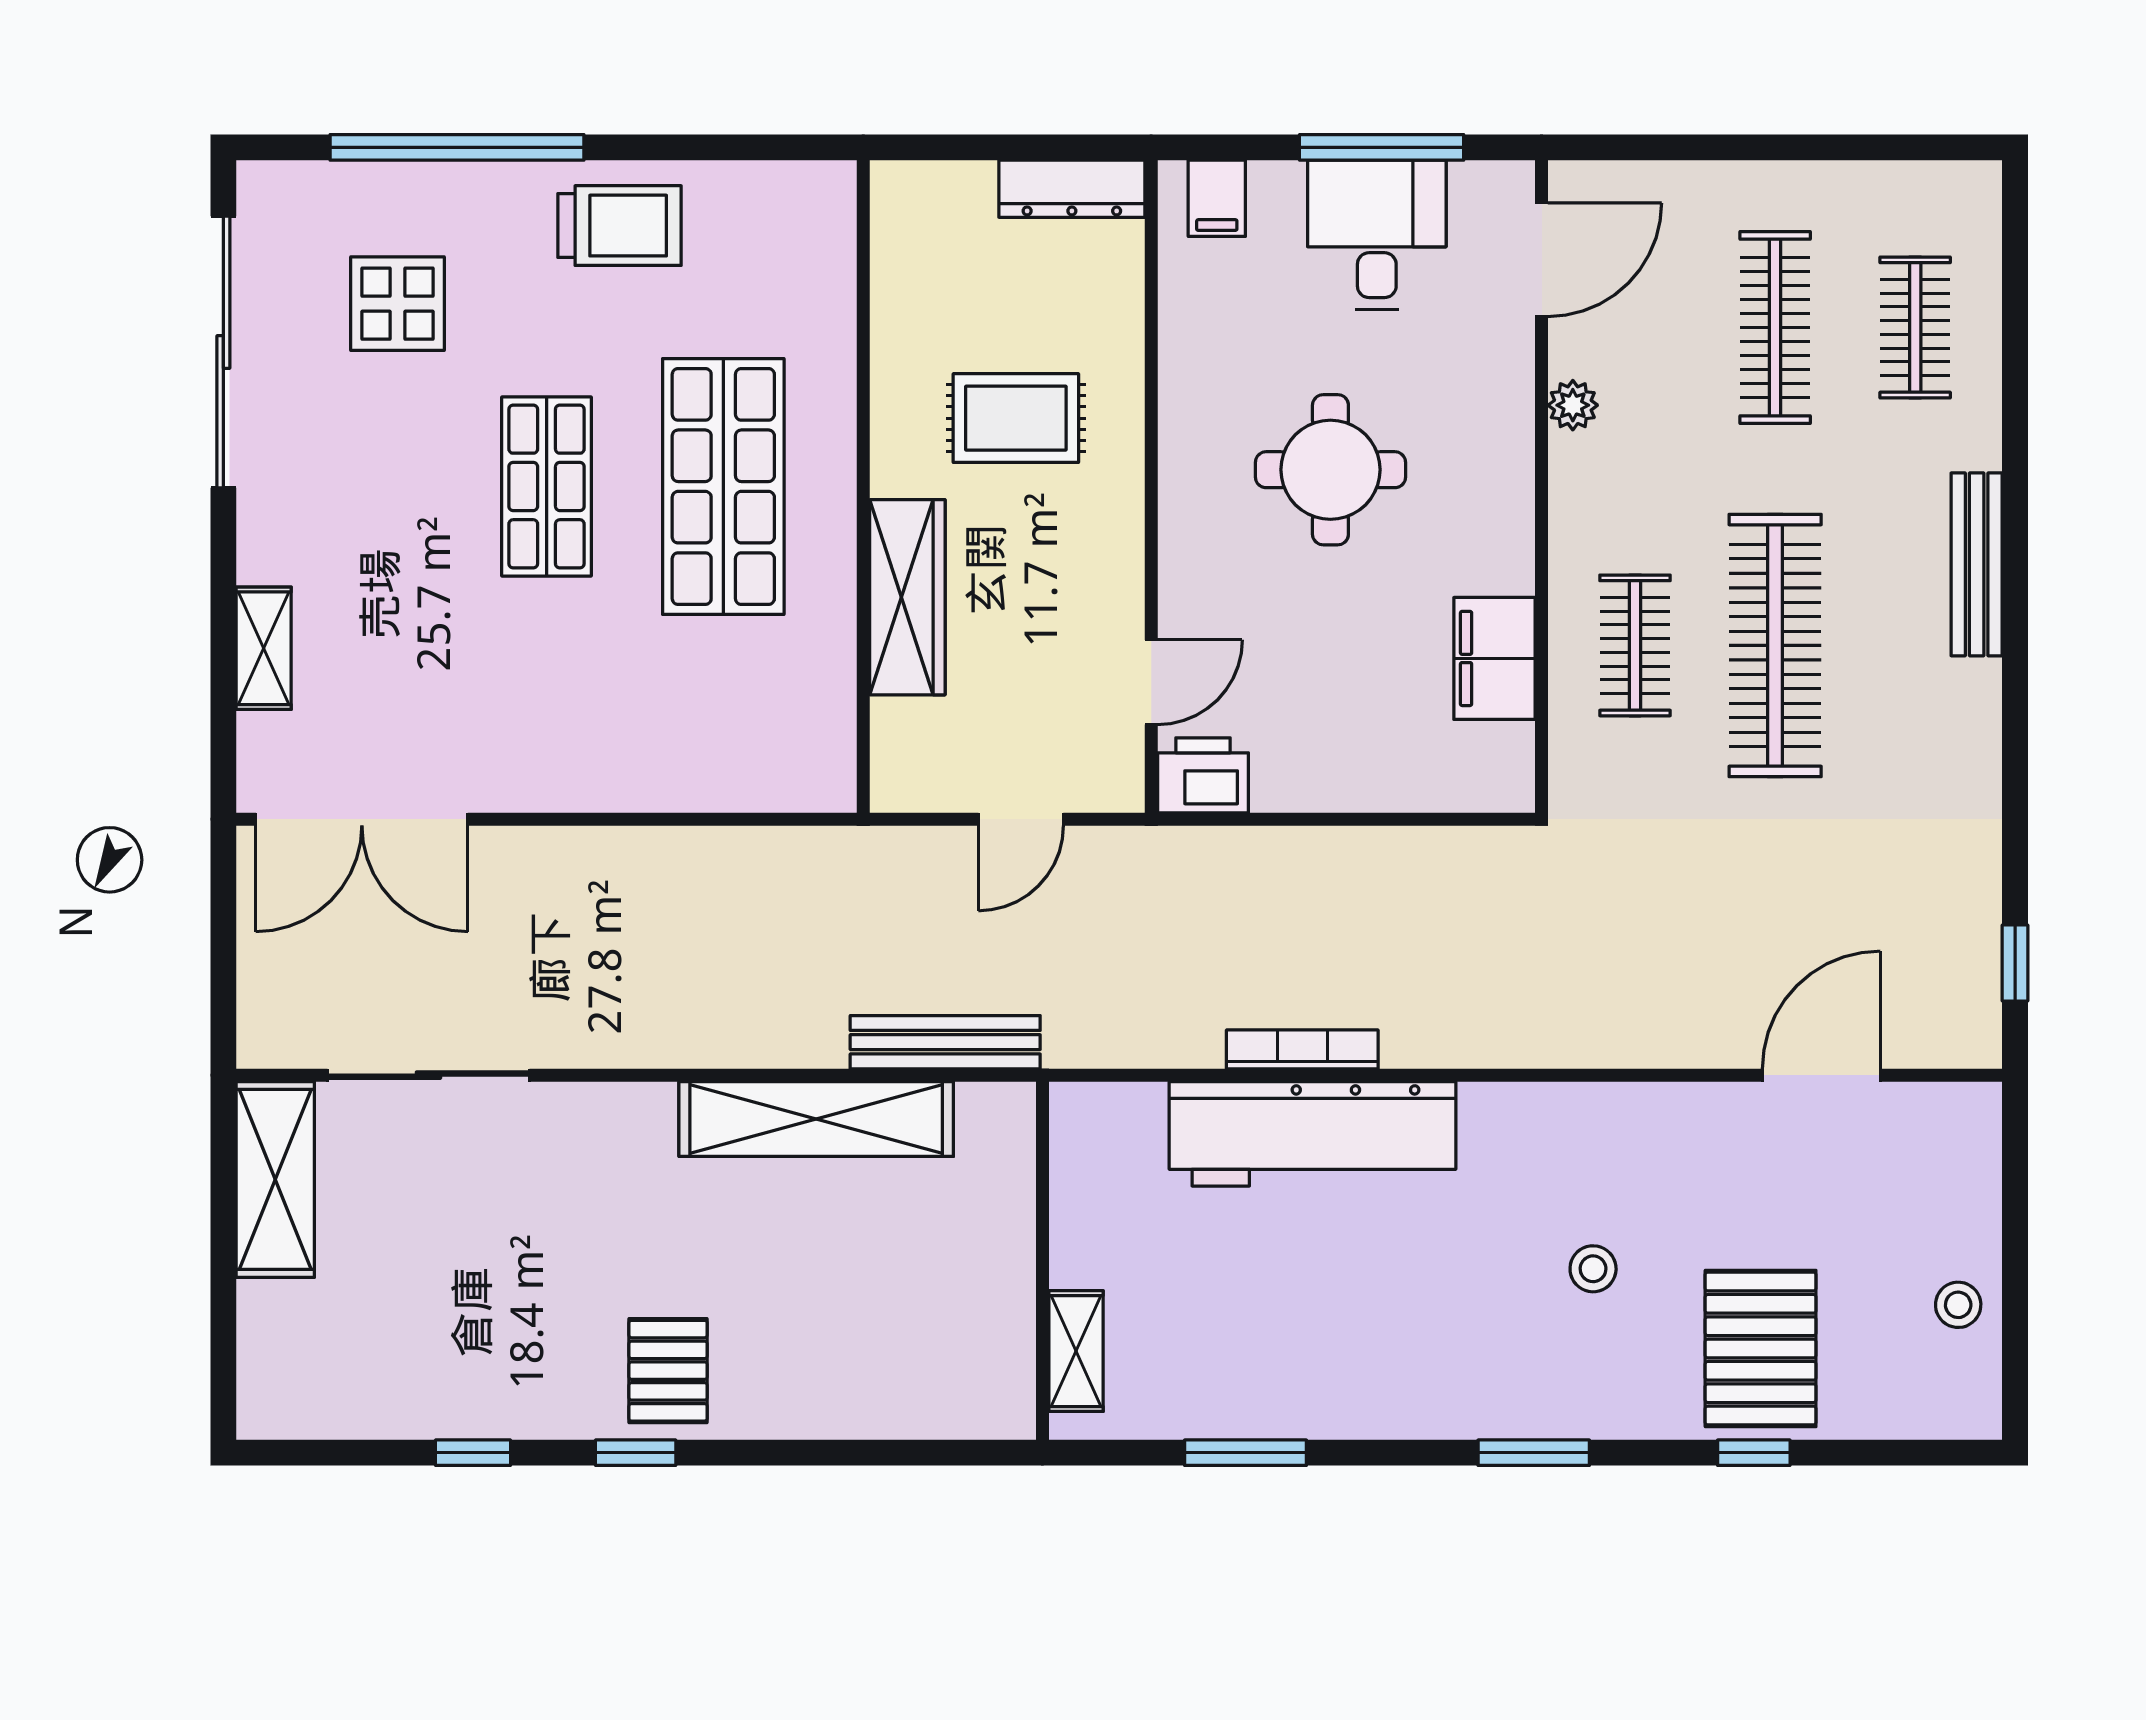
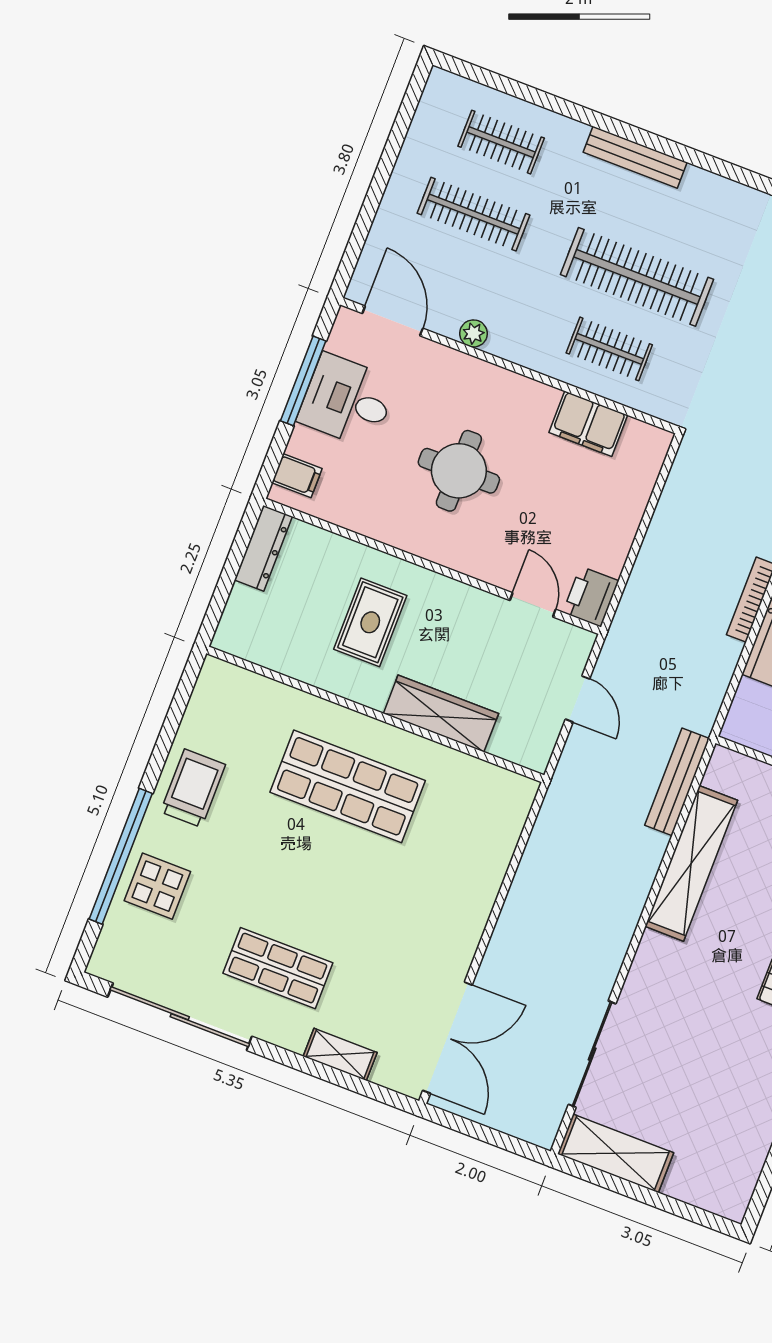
display table: (397, 304) -> (157, 886), moved
shop shelf: (547, 486) -> (278, 968), moved

